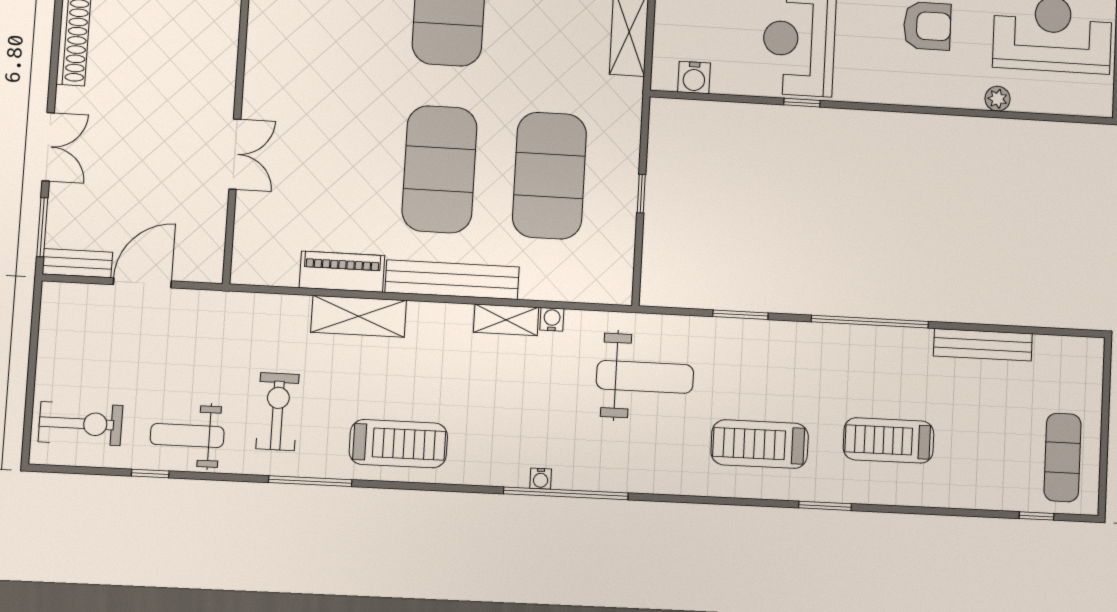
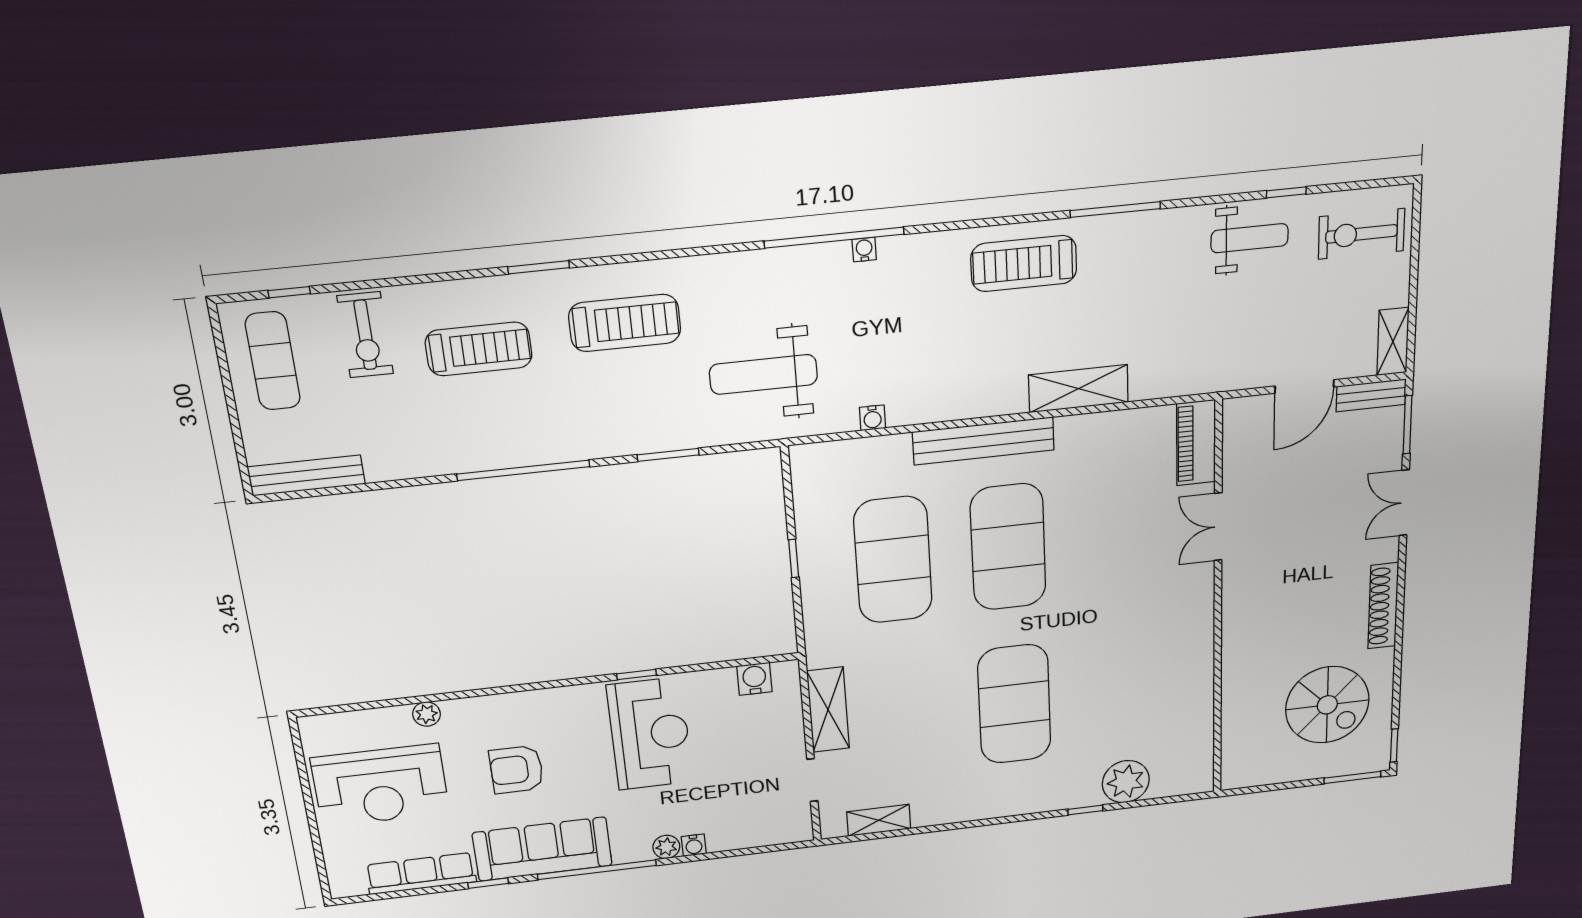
piano: (342, 272) -> (1196, 443), moved, turned 90
shelving: (506, 320) -> (1393, 342), moved, turned 90
bench: (983, 345) -> (306, 476), moved
exercise bike: (277, 412) -> (365, 335), moved

